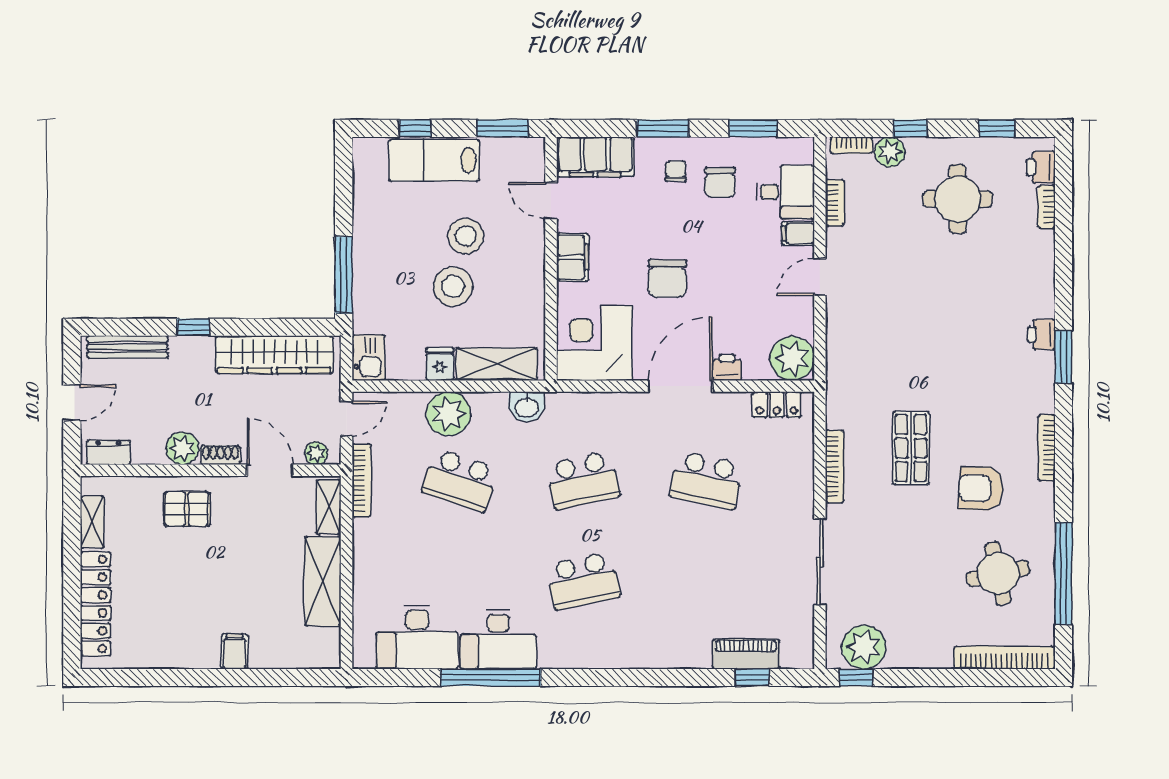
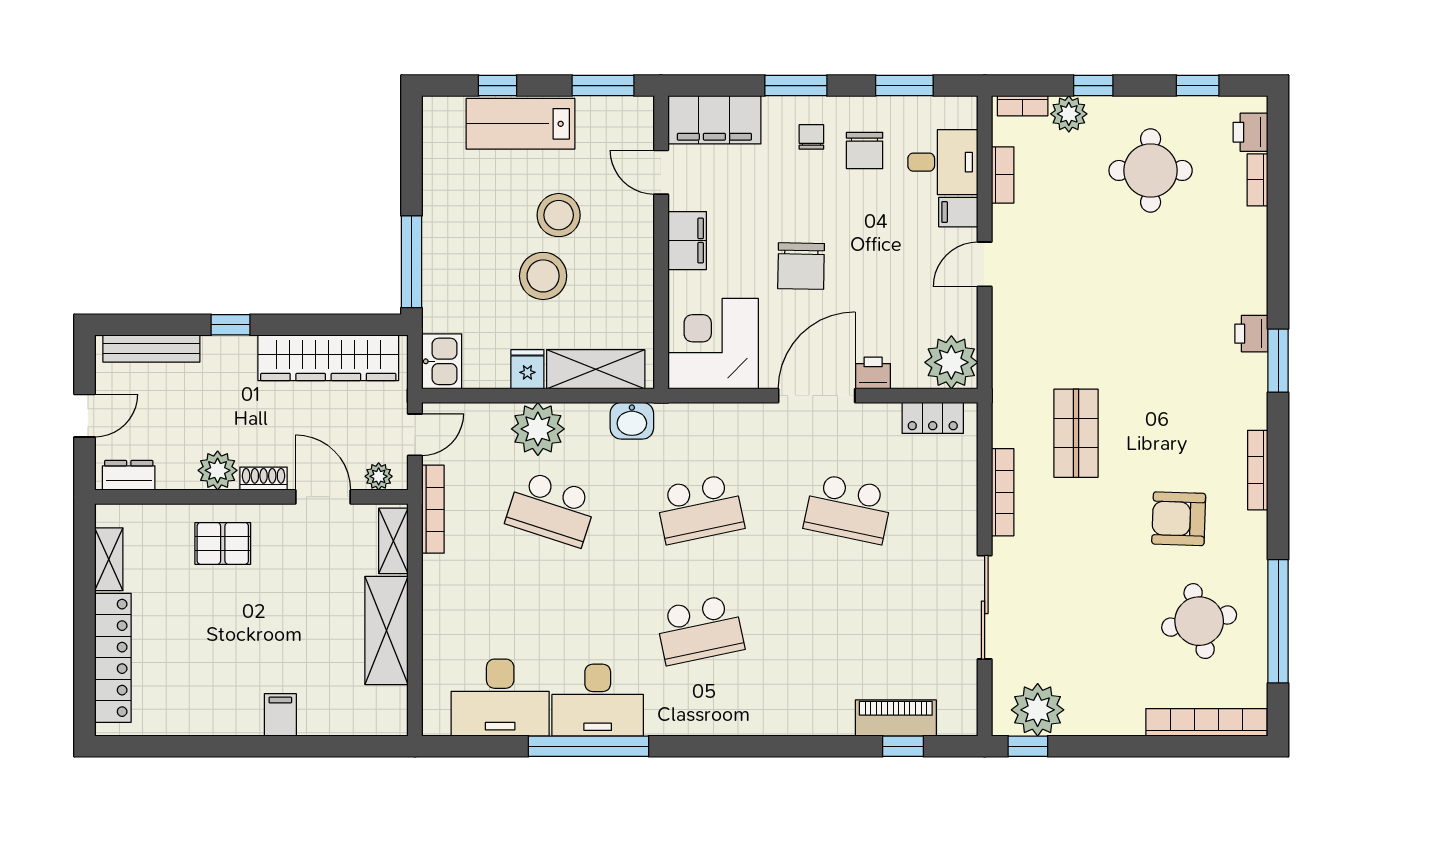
shop shelf: (911, 448) -> (1076, 433), moved

